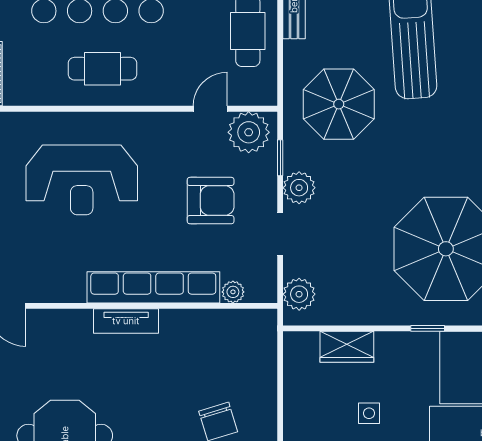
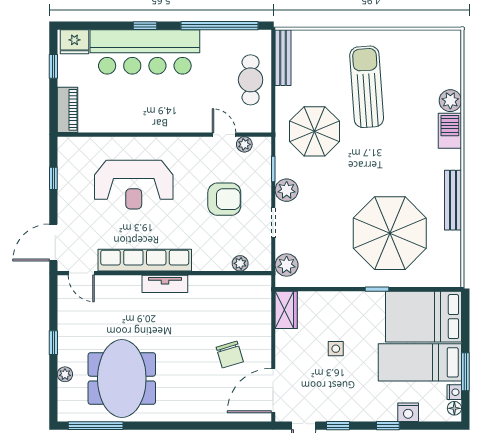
cafe table: (103, 69) -> (148, 106), removed
door: (210, 109) -> (224, 135), hinge flipped
plant: (249, 132) -> (244, 144), width x0.53, depth x0.53
row of seats: (153, 287) -> (145, 260), moved
wardrobe: (347, 347) -> (286, 310), moved, turned -90

